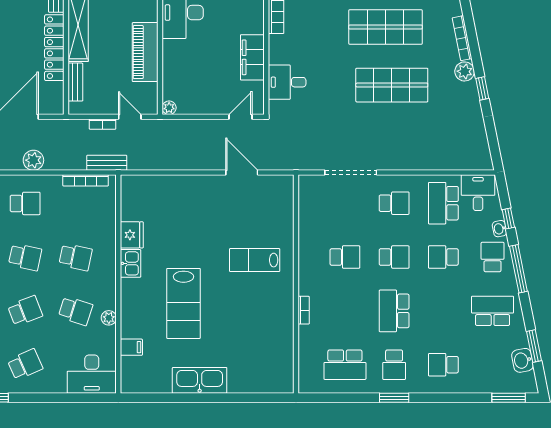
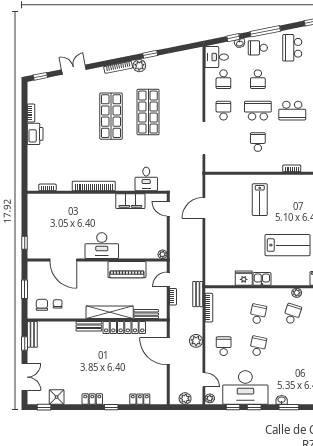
school desk: (443, 203) -> (223, 79), width x0.54
school desk: (394, 257) -> (258, 111), width x1.85
school desk: (25, 311) -> (292, 346), removed

